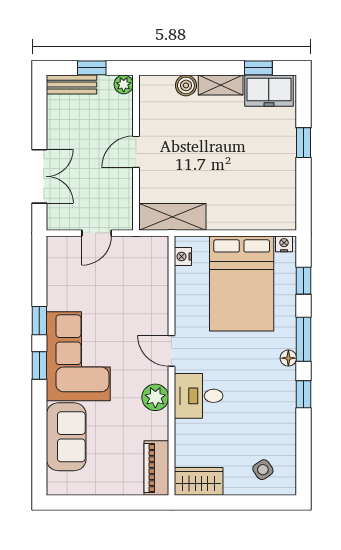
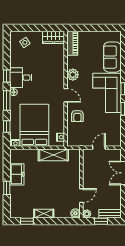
boiler: (186, 85) -> (75, 213), moved
freezer: (269, 91) -> (17, 174), moved, turned 90
door: (136, 152) -> (81, 196), moved
shelving: (172, 217) -> (53, 155), moved
armchair: (145, 305) -> (77, 116), added
desk: (199, 396) -> (21, 78), moved, turned 180

